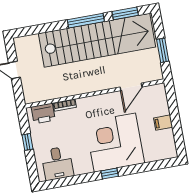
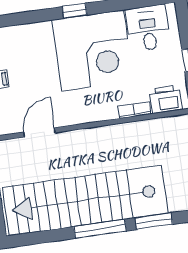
window: (125, 13) -> (154, 221), moved
corner desk: (115, 143) -> (93, 51), moved

